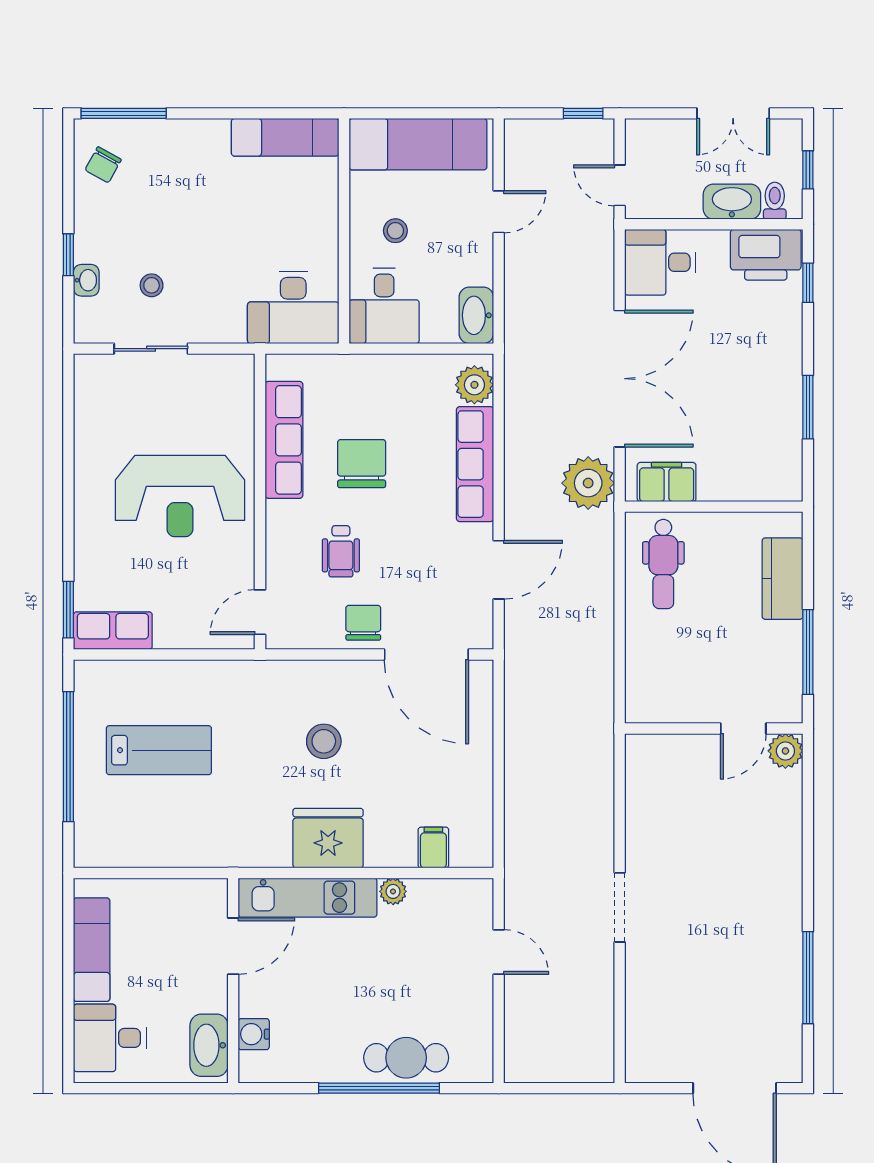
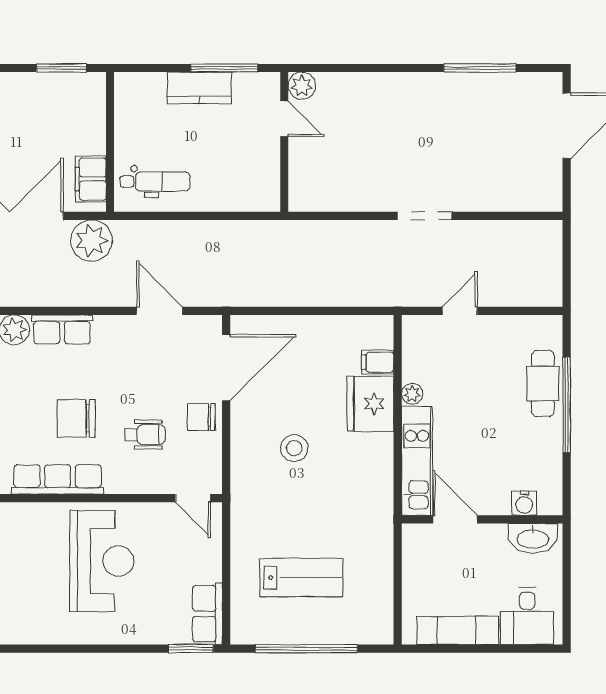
window: (808, 407) -> (61, 68), moved
row of seats: (475, 464) -> (62, 329), width x0.68
kitchen counter: (782, 579) -> (199, 88), moved
lab bench: (159, 750) -> (301, 578), turned 90
fridge: (328, 838) -> (370, 404), moved

